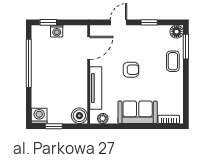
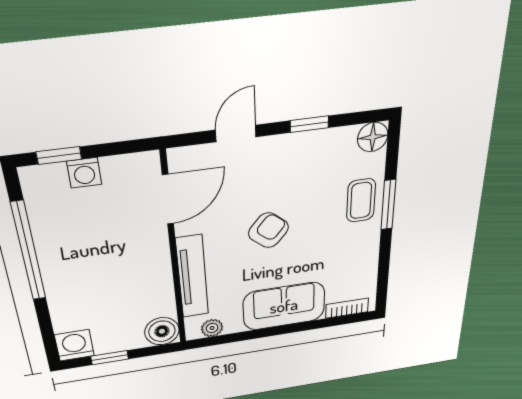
window: (186, 47) -> (388, 205), moved
armchair: (131, 70) -> (268, 230), turned -50

